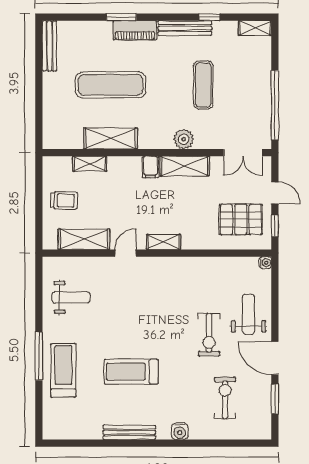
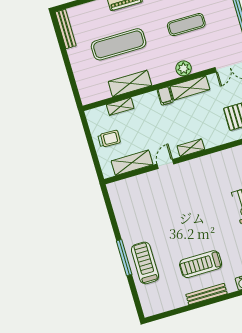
exercise mat: (203, 85) -> (186, 25), turned 90
weight bench: (71, 297) -> (135, 208), removed
treadmill: (131, 372) -> (201, 264), moved

